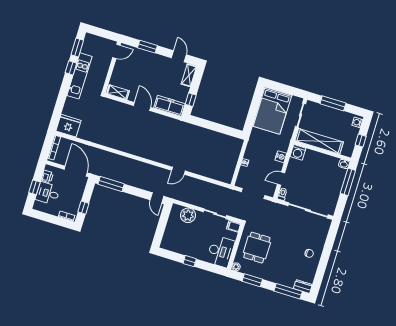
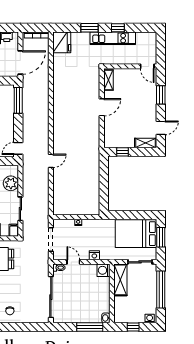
window: (77, 48) -> (90, 28), moved
window: (283, 88) -> (161, 237), added
window: (333, 103) -> (161, 290), width x1.46
freezer: (169, 106) -> (111, 133), removed
shelving: (319, 141) -> (120, 280), width x0.68
door: (178, 171) -> (51, 161), swing flipped

